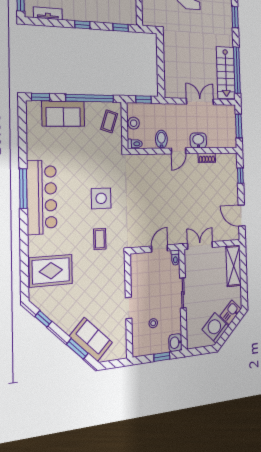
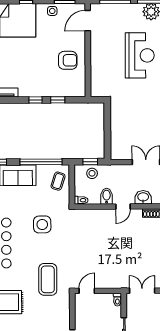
window: (121, 27) -> (58, 100), moved
stool: (134, 123) -> (92, 173), moved
side table: (101, 198) -> (42, 224), moved
coffee table: (100, 239) -> (48, 279), width x1.86, depth x1.72
door: (160, 249) -> (87, 291), moved

